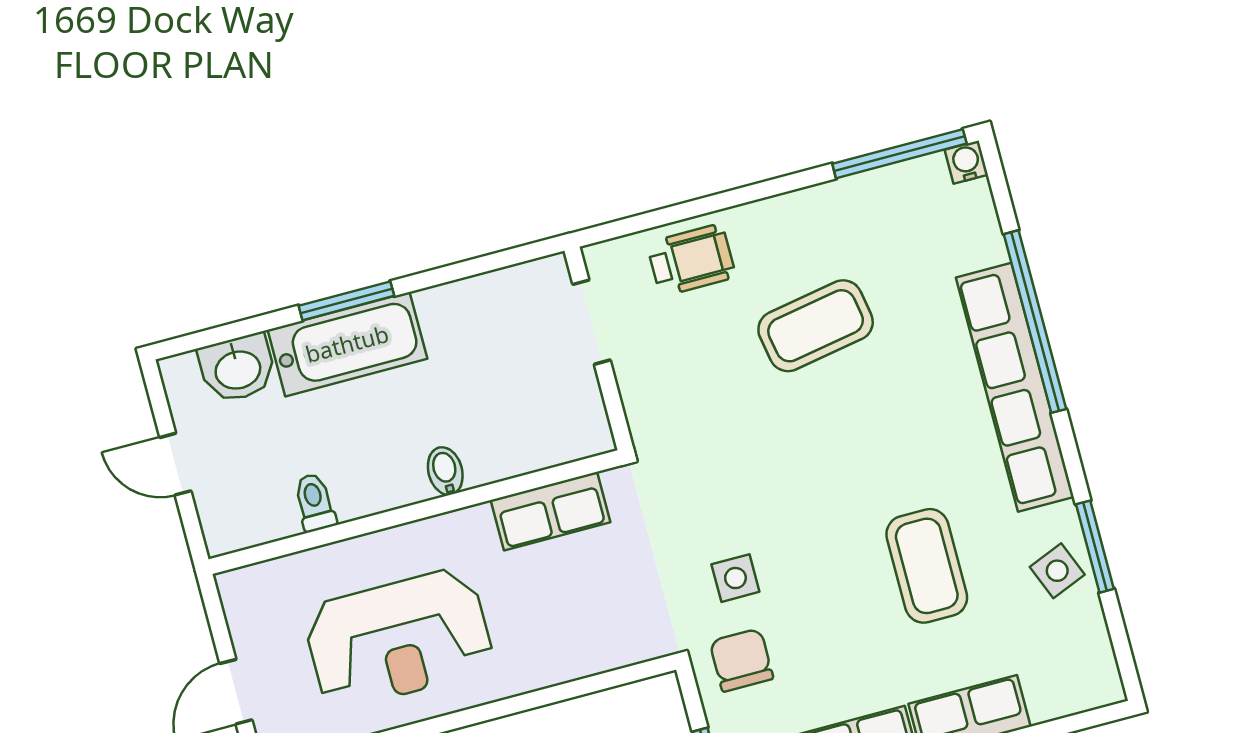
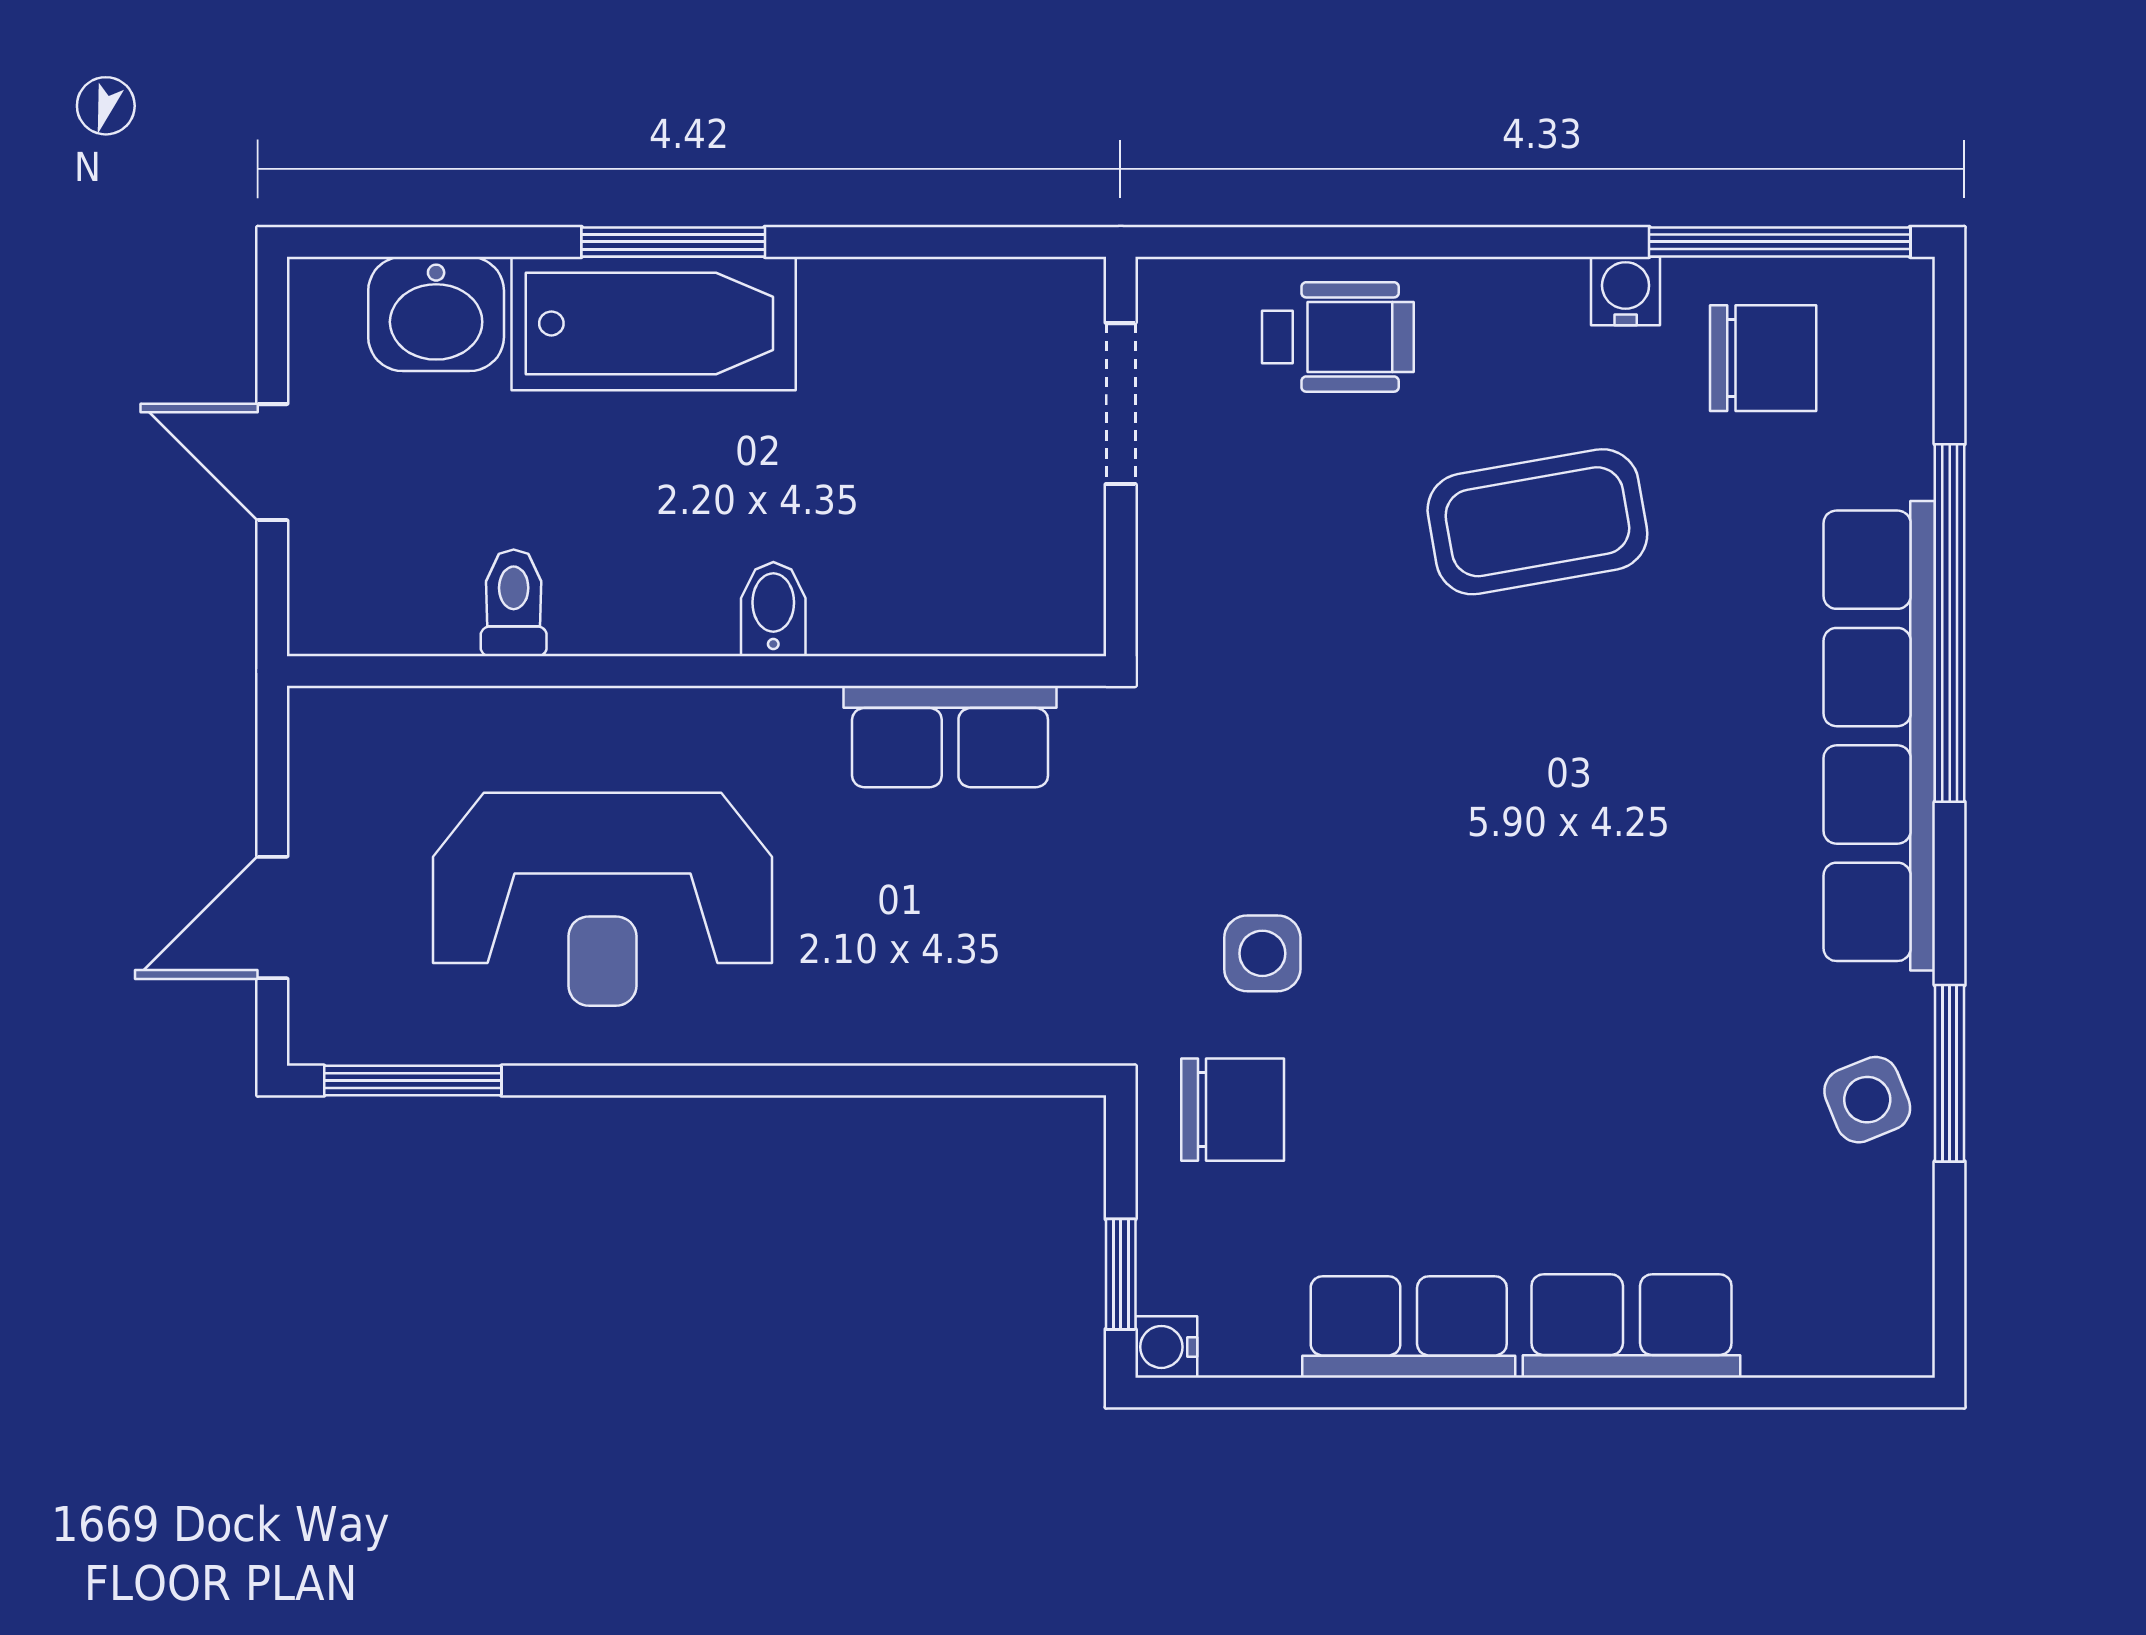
water cooler: (966, 162) -> (1626, 291), moved
chair: (907, 214) -> (1763, 358), added
coffee table: (927, 566) -> (1626, 1026), removed
chair: (741, 660) -> (1233, 1110), turned 90

